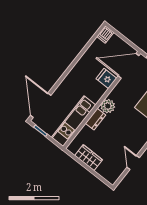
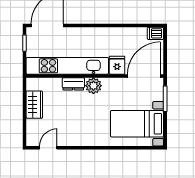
door: (129, 66) -> (144, 76), hinge flipped
kitchen unit: (74, 121) -> (67, 66), width x1.36
door: (133, 162) -> (48, 148), moved

